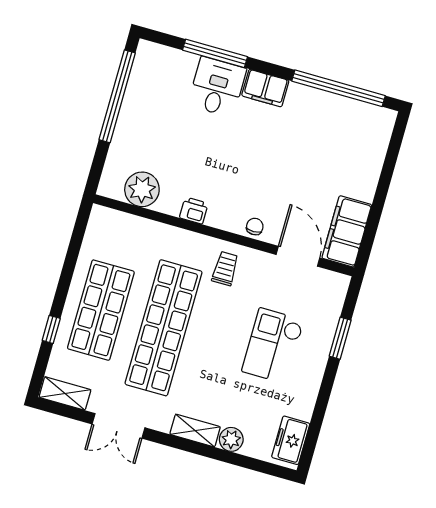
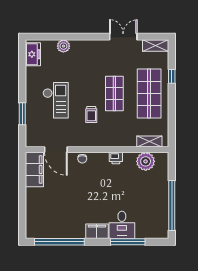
trolley: (225, 269) -> (91, 115), moved
shop shelf: (164, 328) -> (114, 93), width x0.50, depth x0.74
shelving: (195, 431) -> (149, 142), moved

